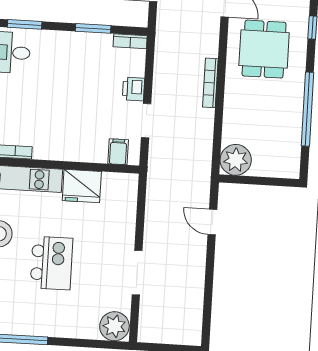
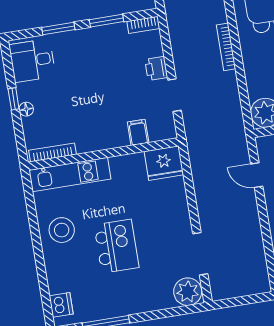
window: (25, 24) -> (58, 28), moved
filing cabinet: (118, 152) -> (138, 132), moved
fridge: (82, 186) -> (164, 163), moved
doorway: (137, 273) -> (200, 254), moved

